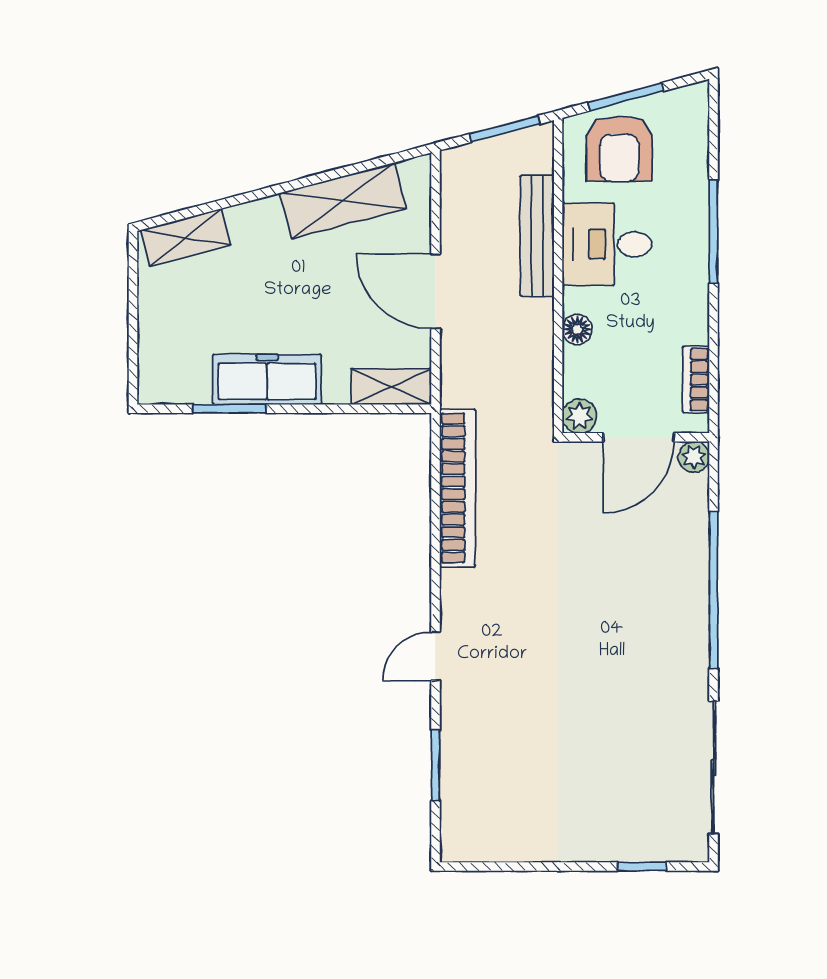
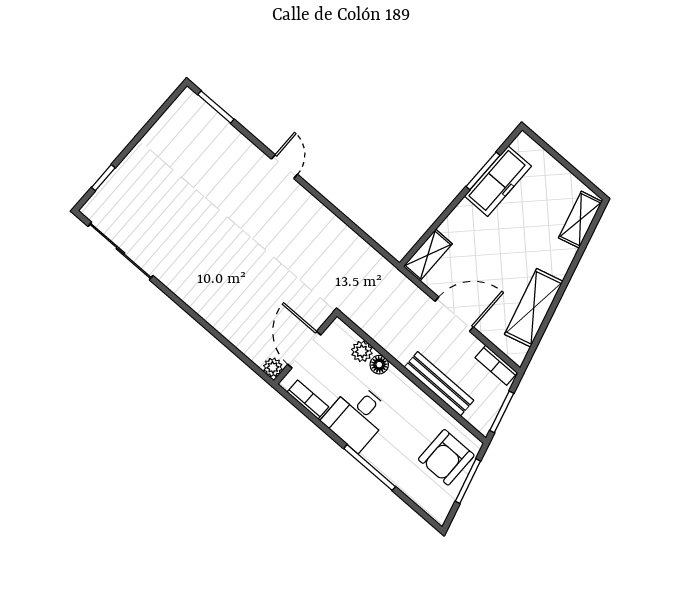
armchair: (619, 149) -> (446, 457), turned -90
desk: (607, 244) -> (357, 417), moved, turned 180
freezer: (267, 379) -> (498, 181), moved
plant: (579, 416) -> (362, 351), moved
bookcase: (457, 488) -> (496, 365), moved, width x0.43, depth x0.76
window: (713, 590) -> (203, 323), removed
window: (435, 765) -> (216, 107), moved

